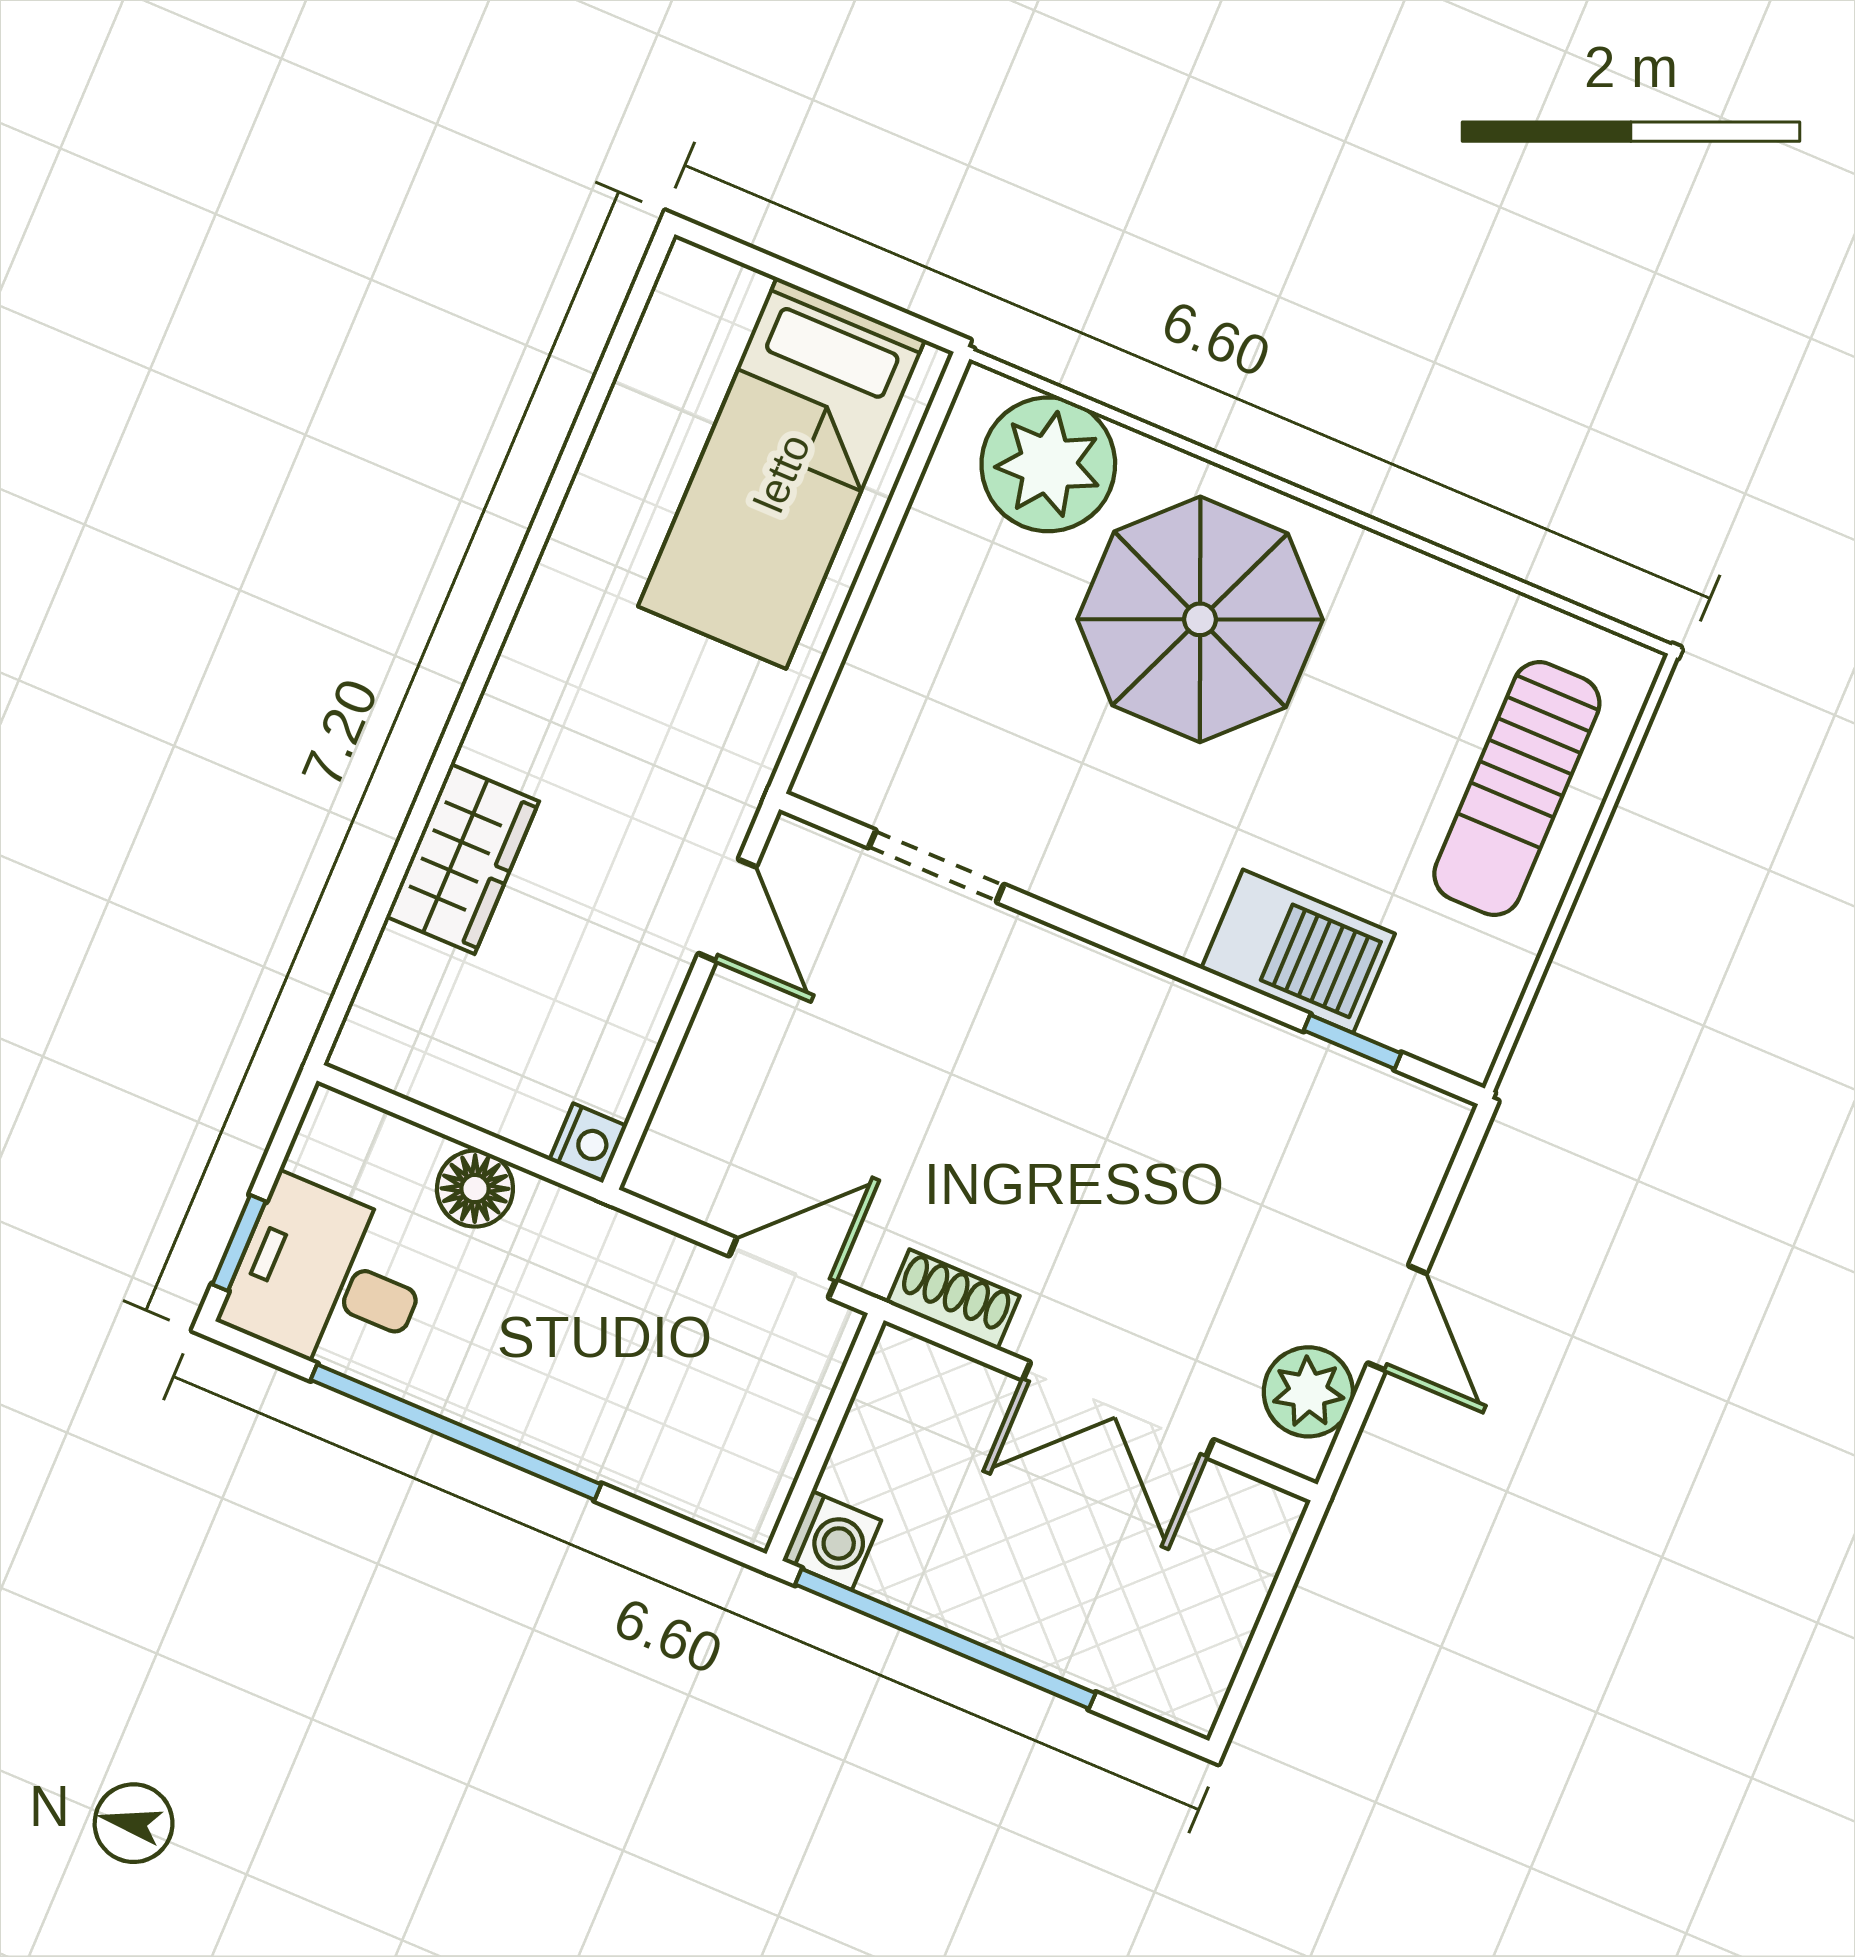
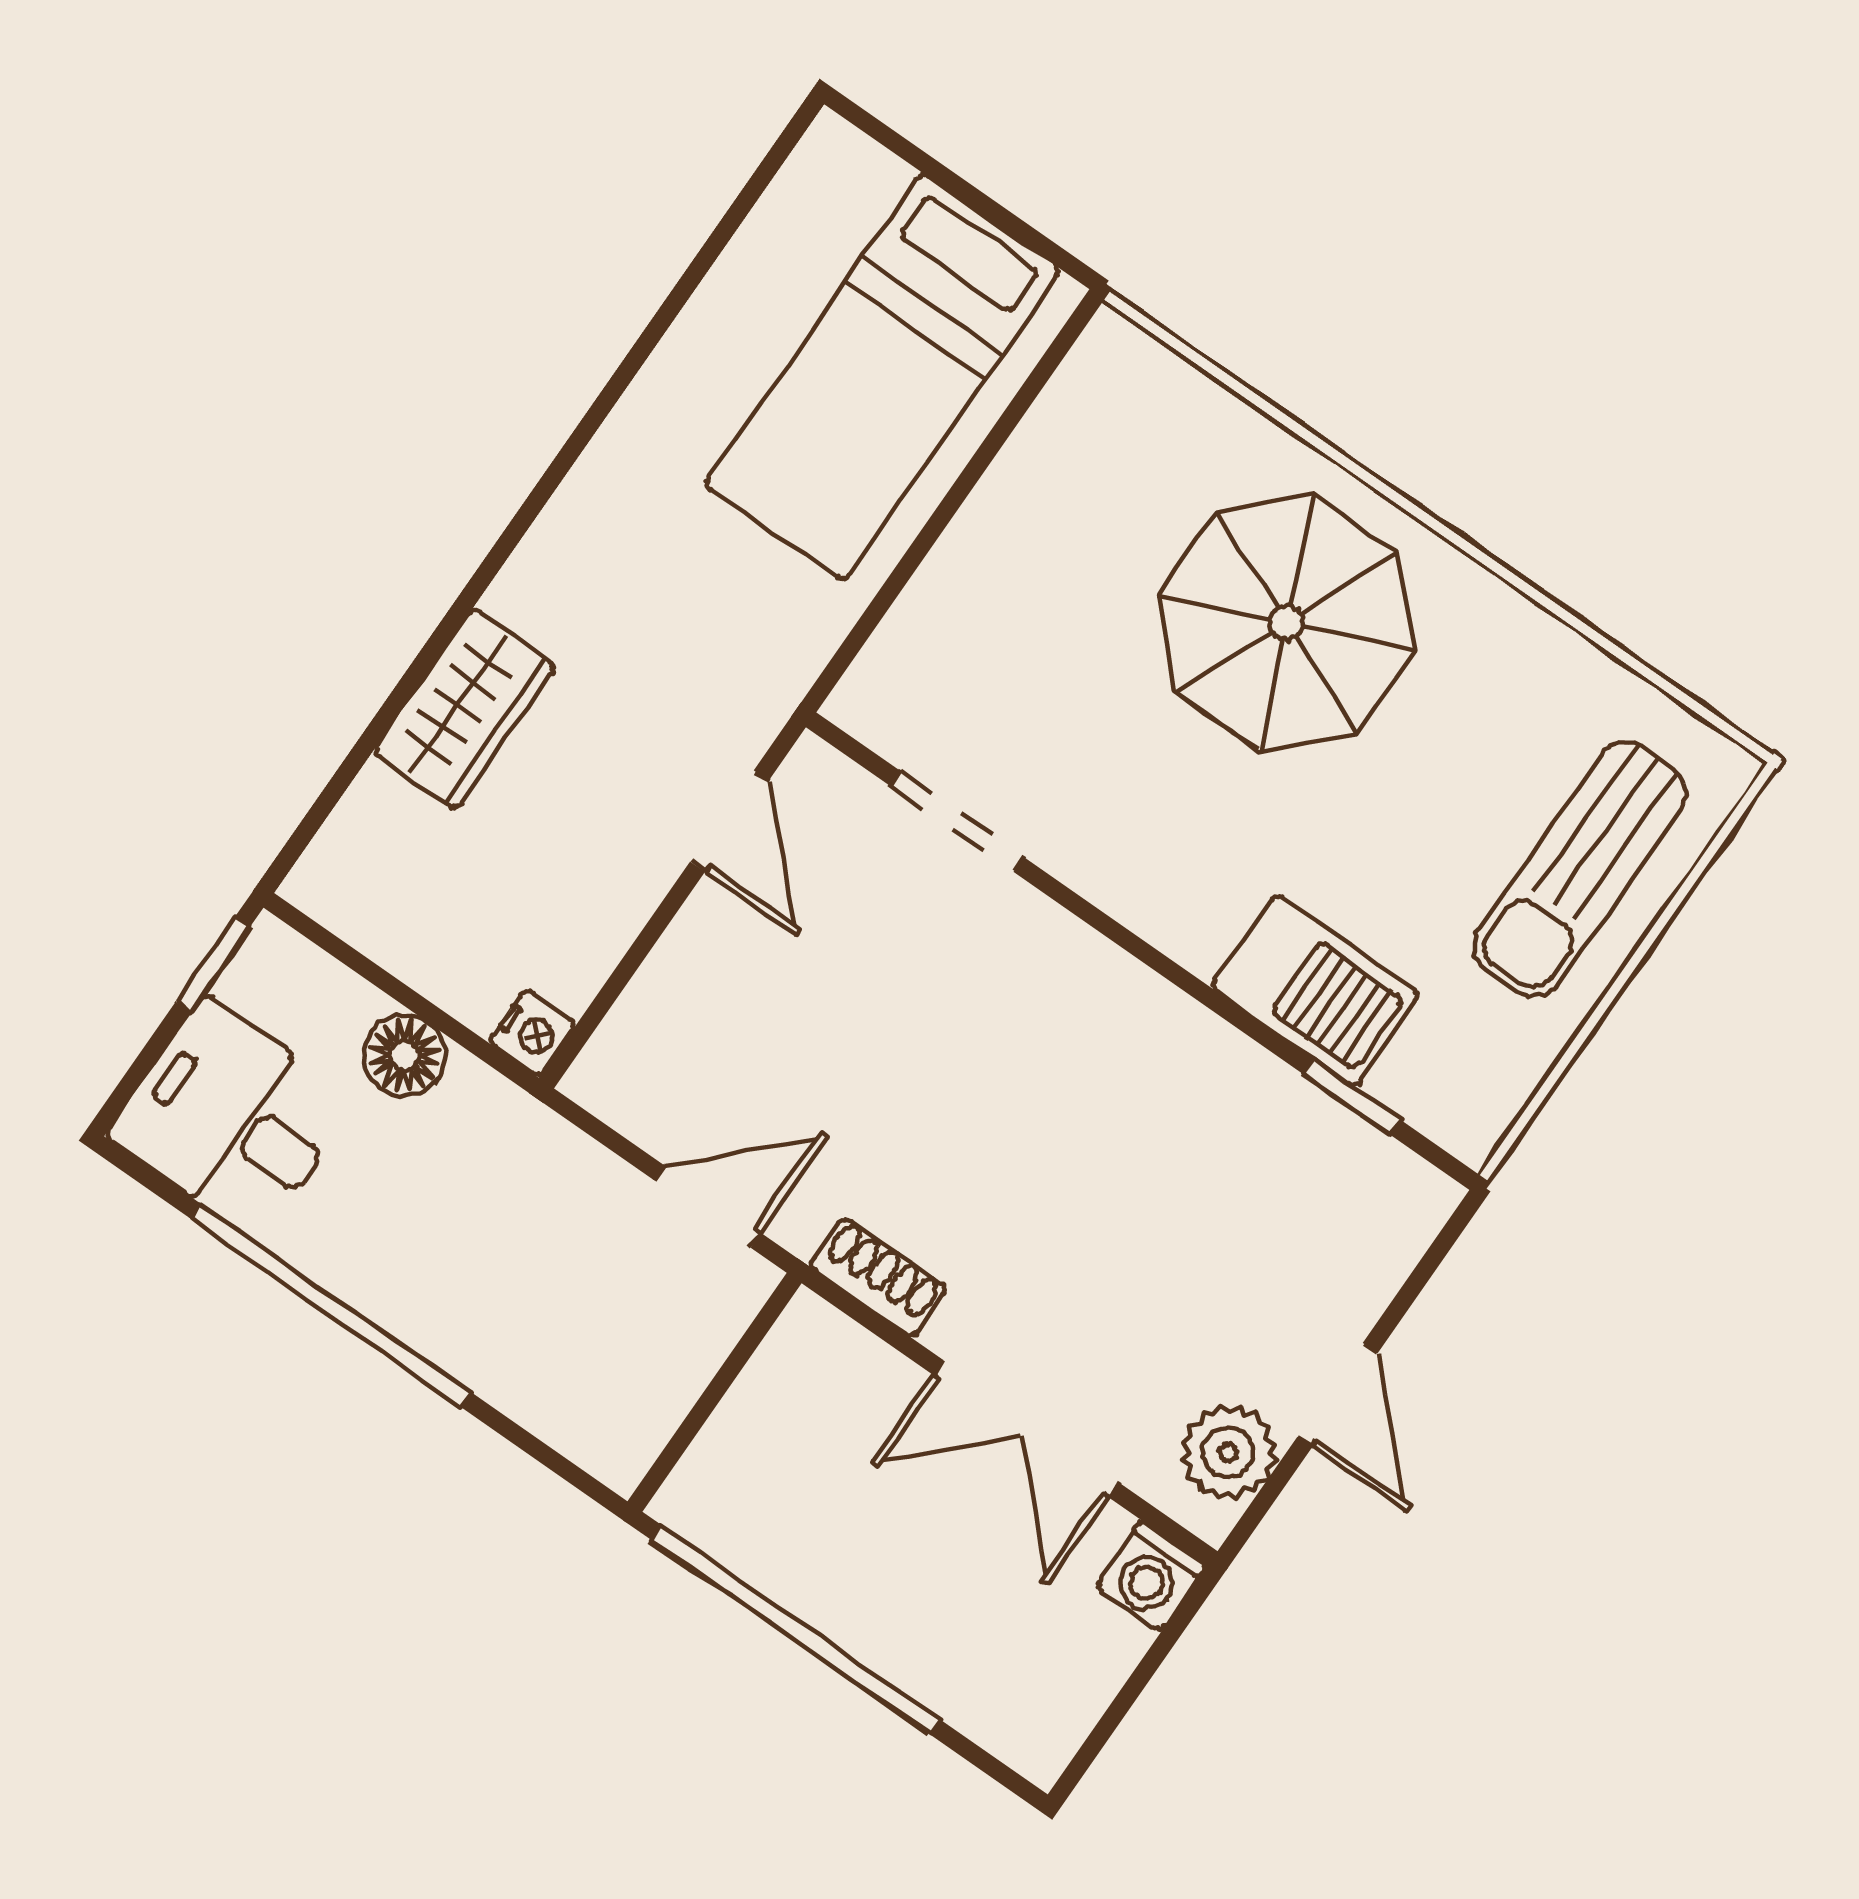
plant: (1048, 464) -> (1163, 427), removed
window: (239, 1243) -> (213, 964), moved
washing machine: (832, 1541) -> (1151, 1576), moved, turned 90

